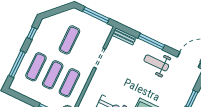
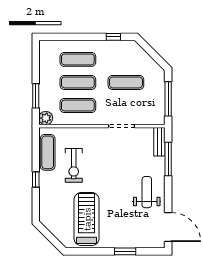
window: (151, 42) -> (168, 159), moved
window: (17, 64) -> (71, 37), removed

